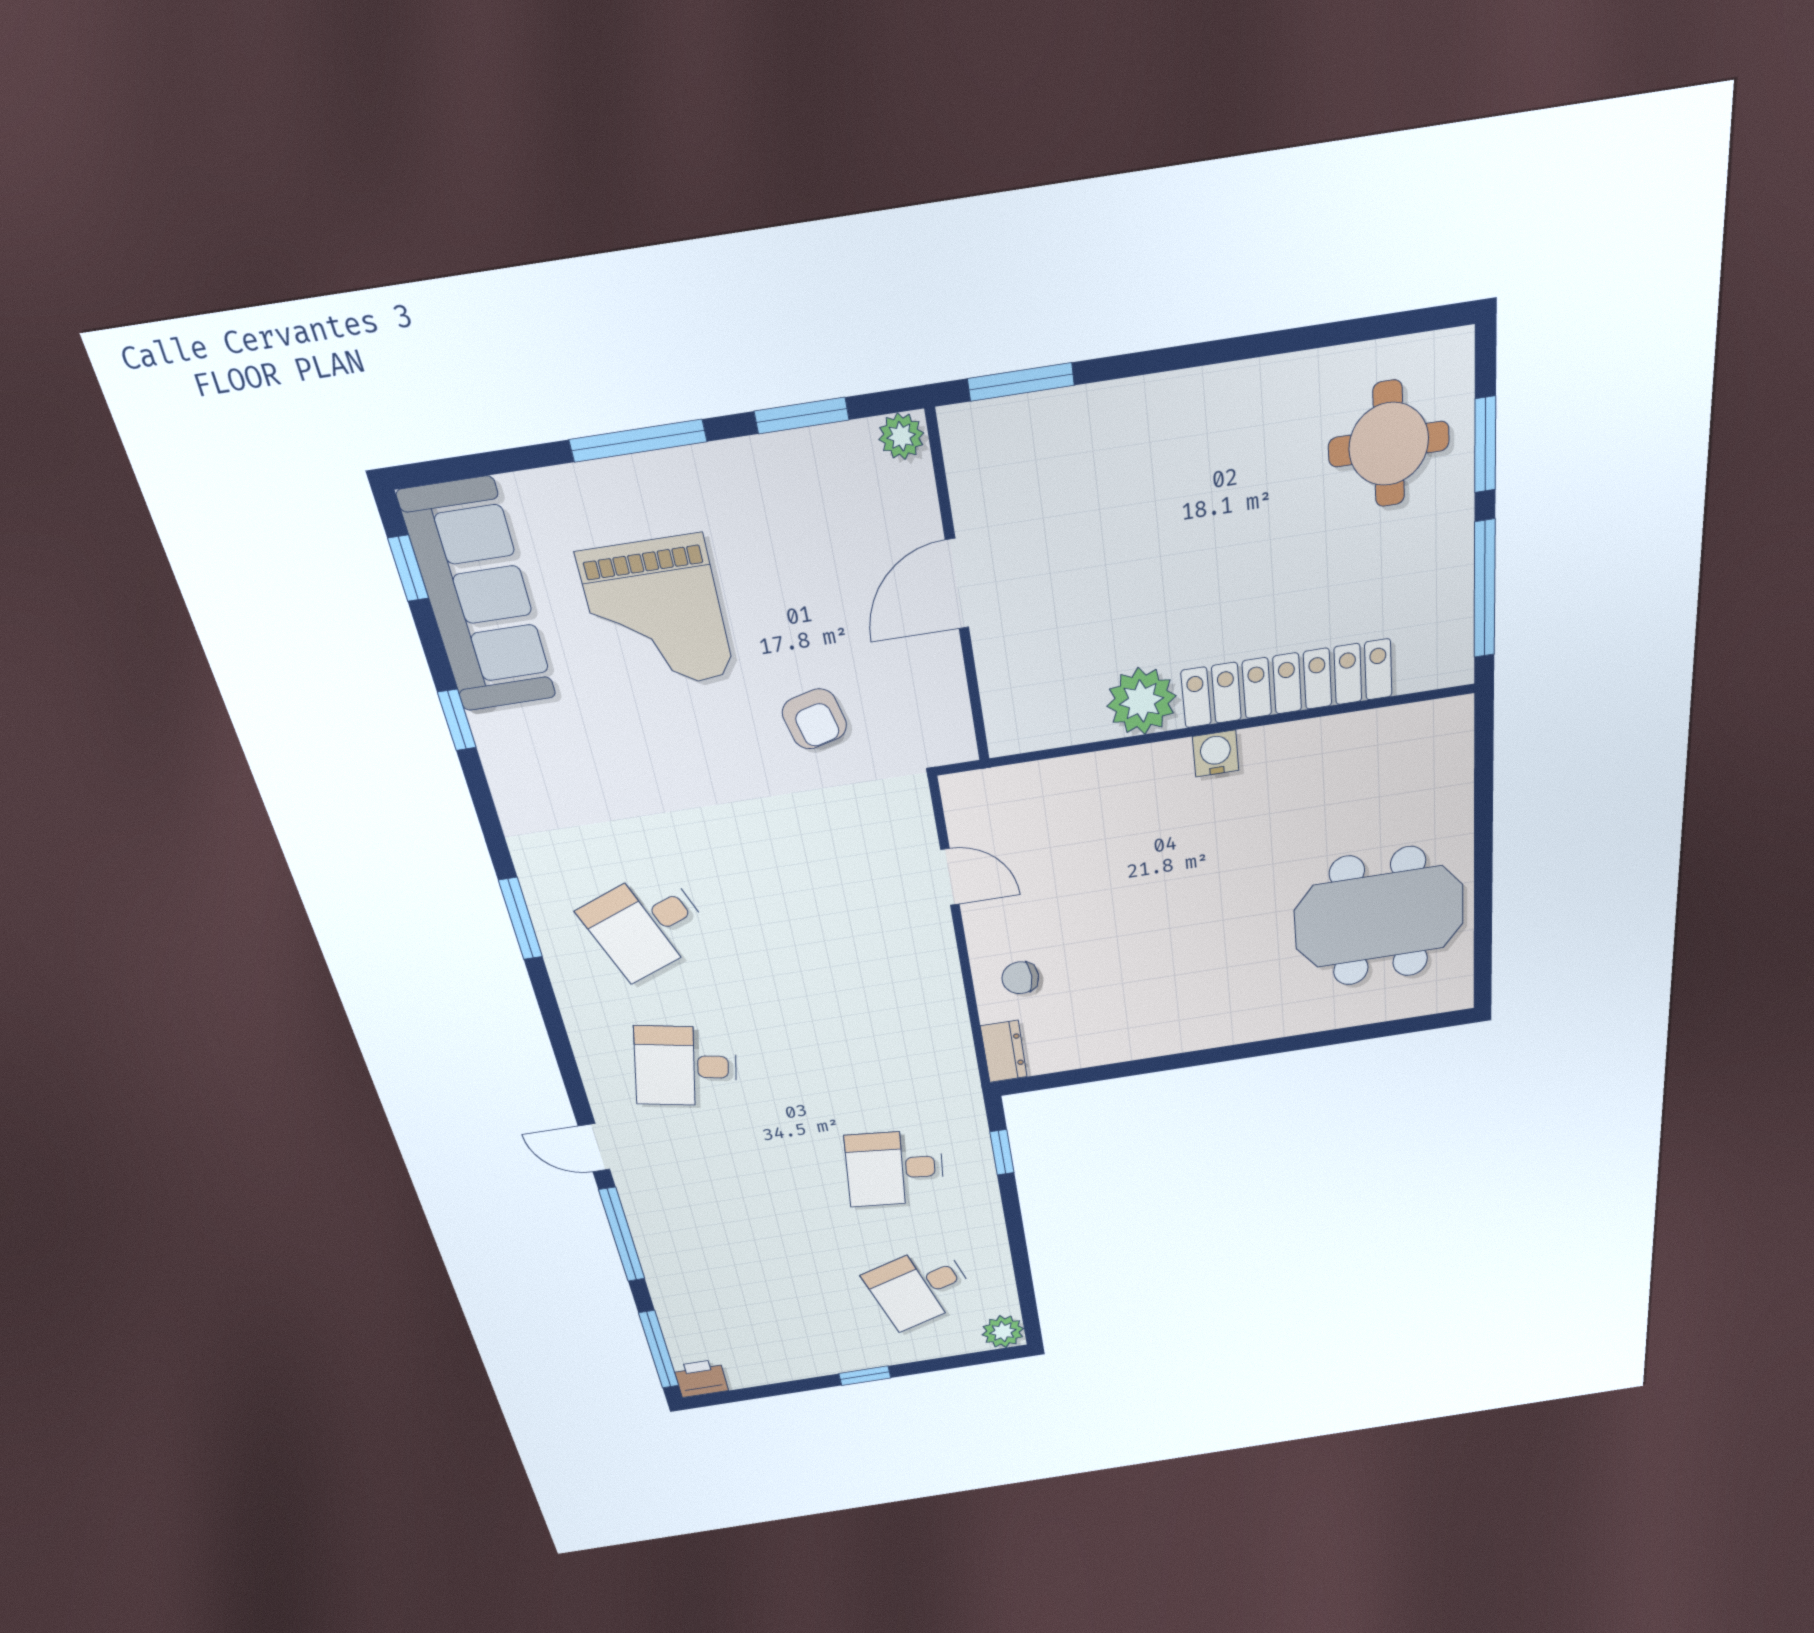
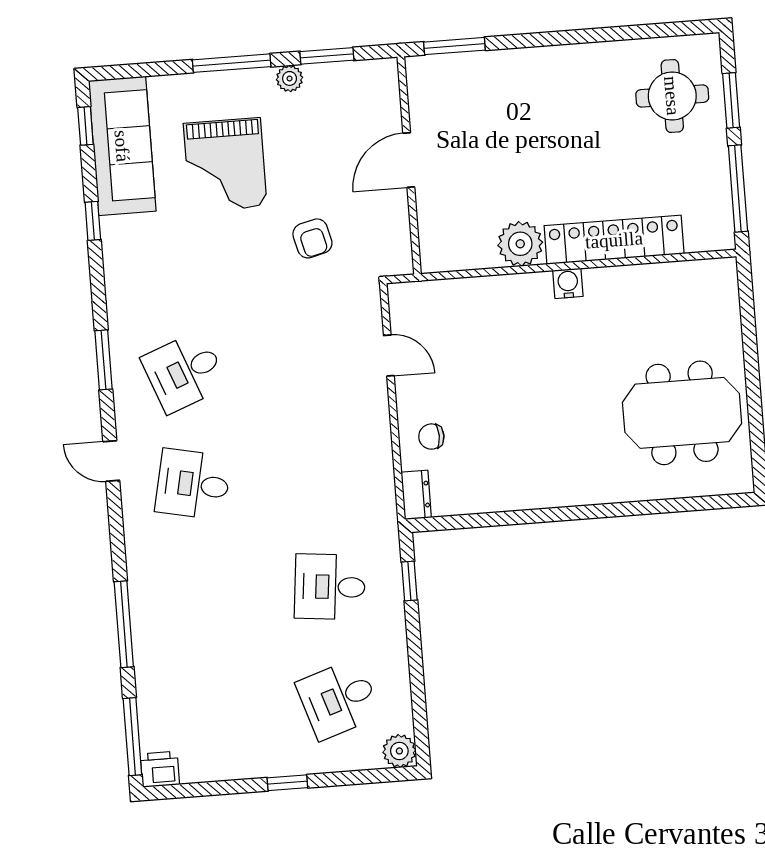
plant: (901, 436) -> (290, 78), moved
door: (594, 1148) -> (111, 461), moved

